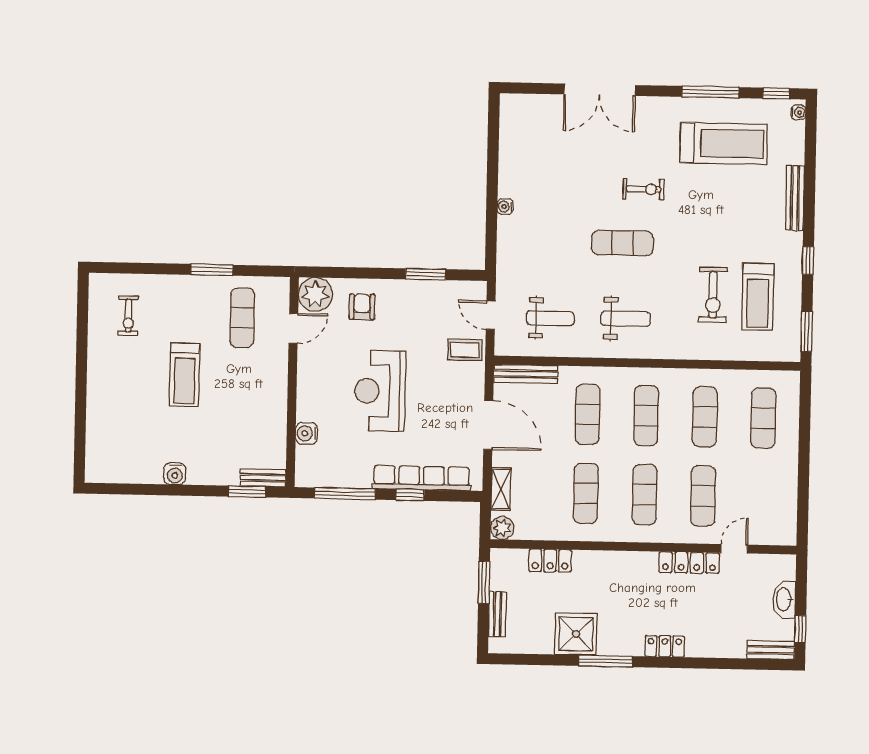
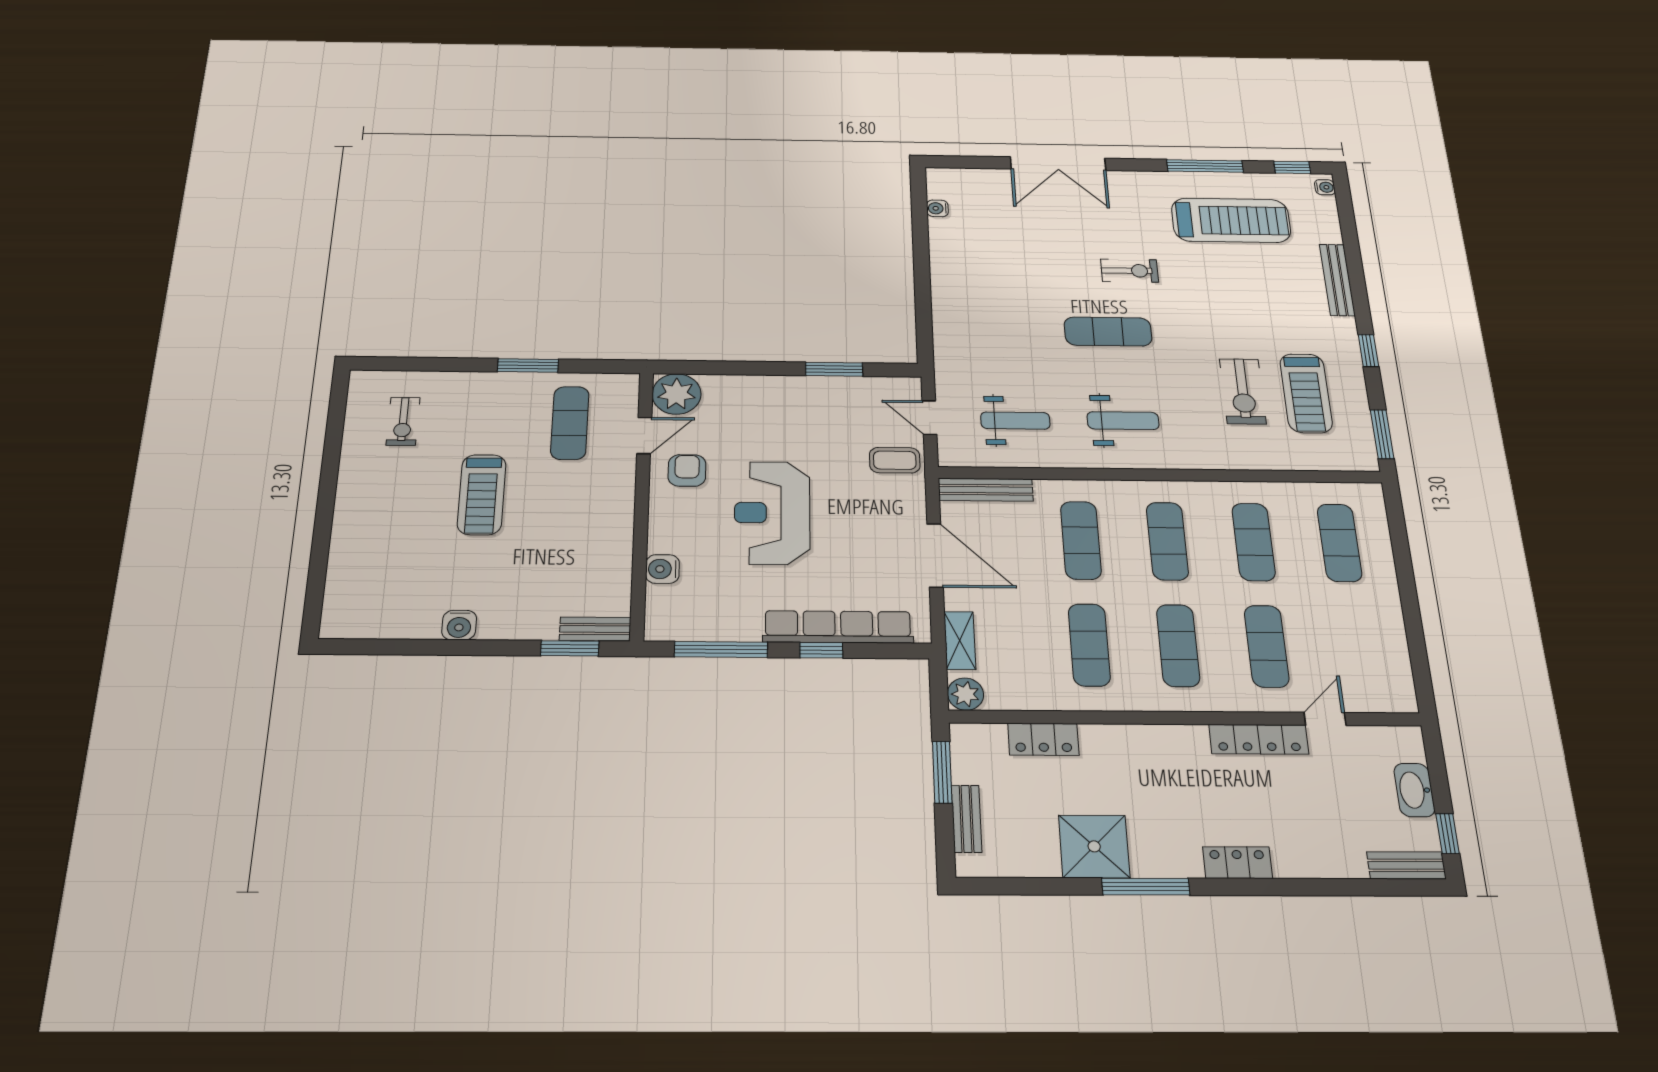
water cooler: (505, 207) -> (937, 208), moved
armchair: (362, 307) -> (687, 470), moved

